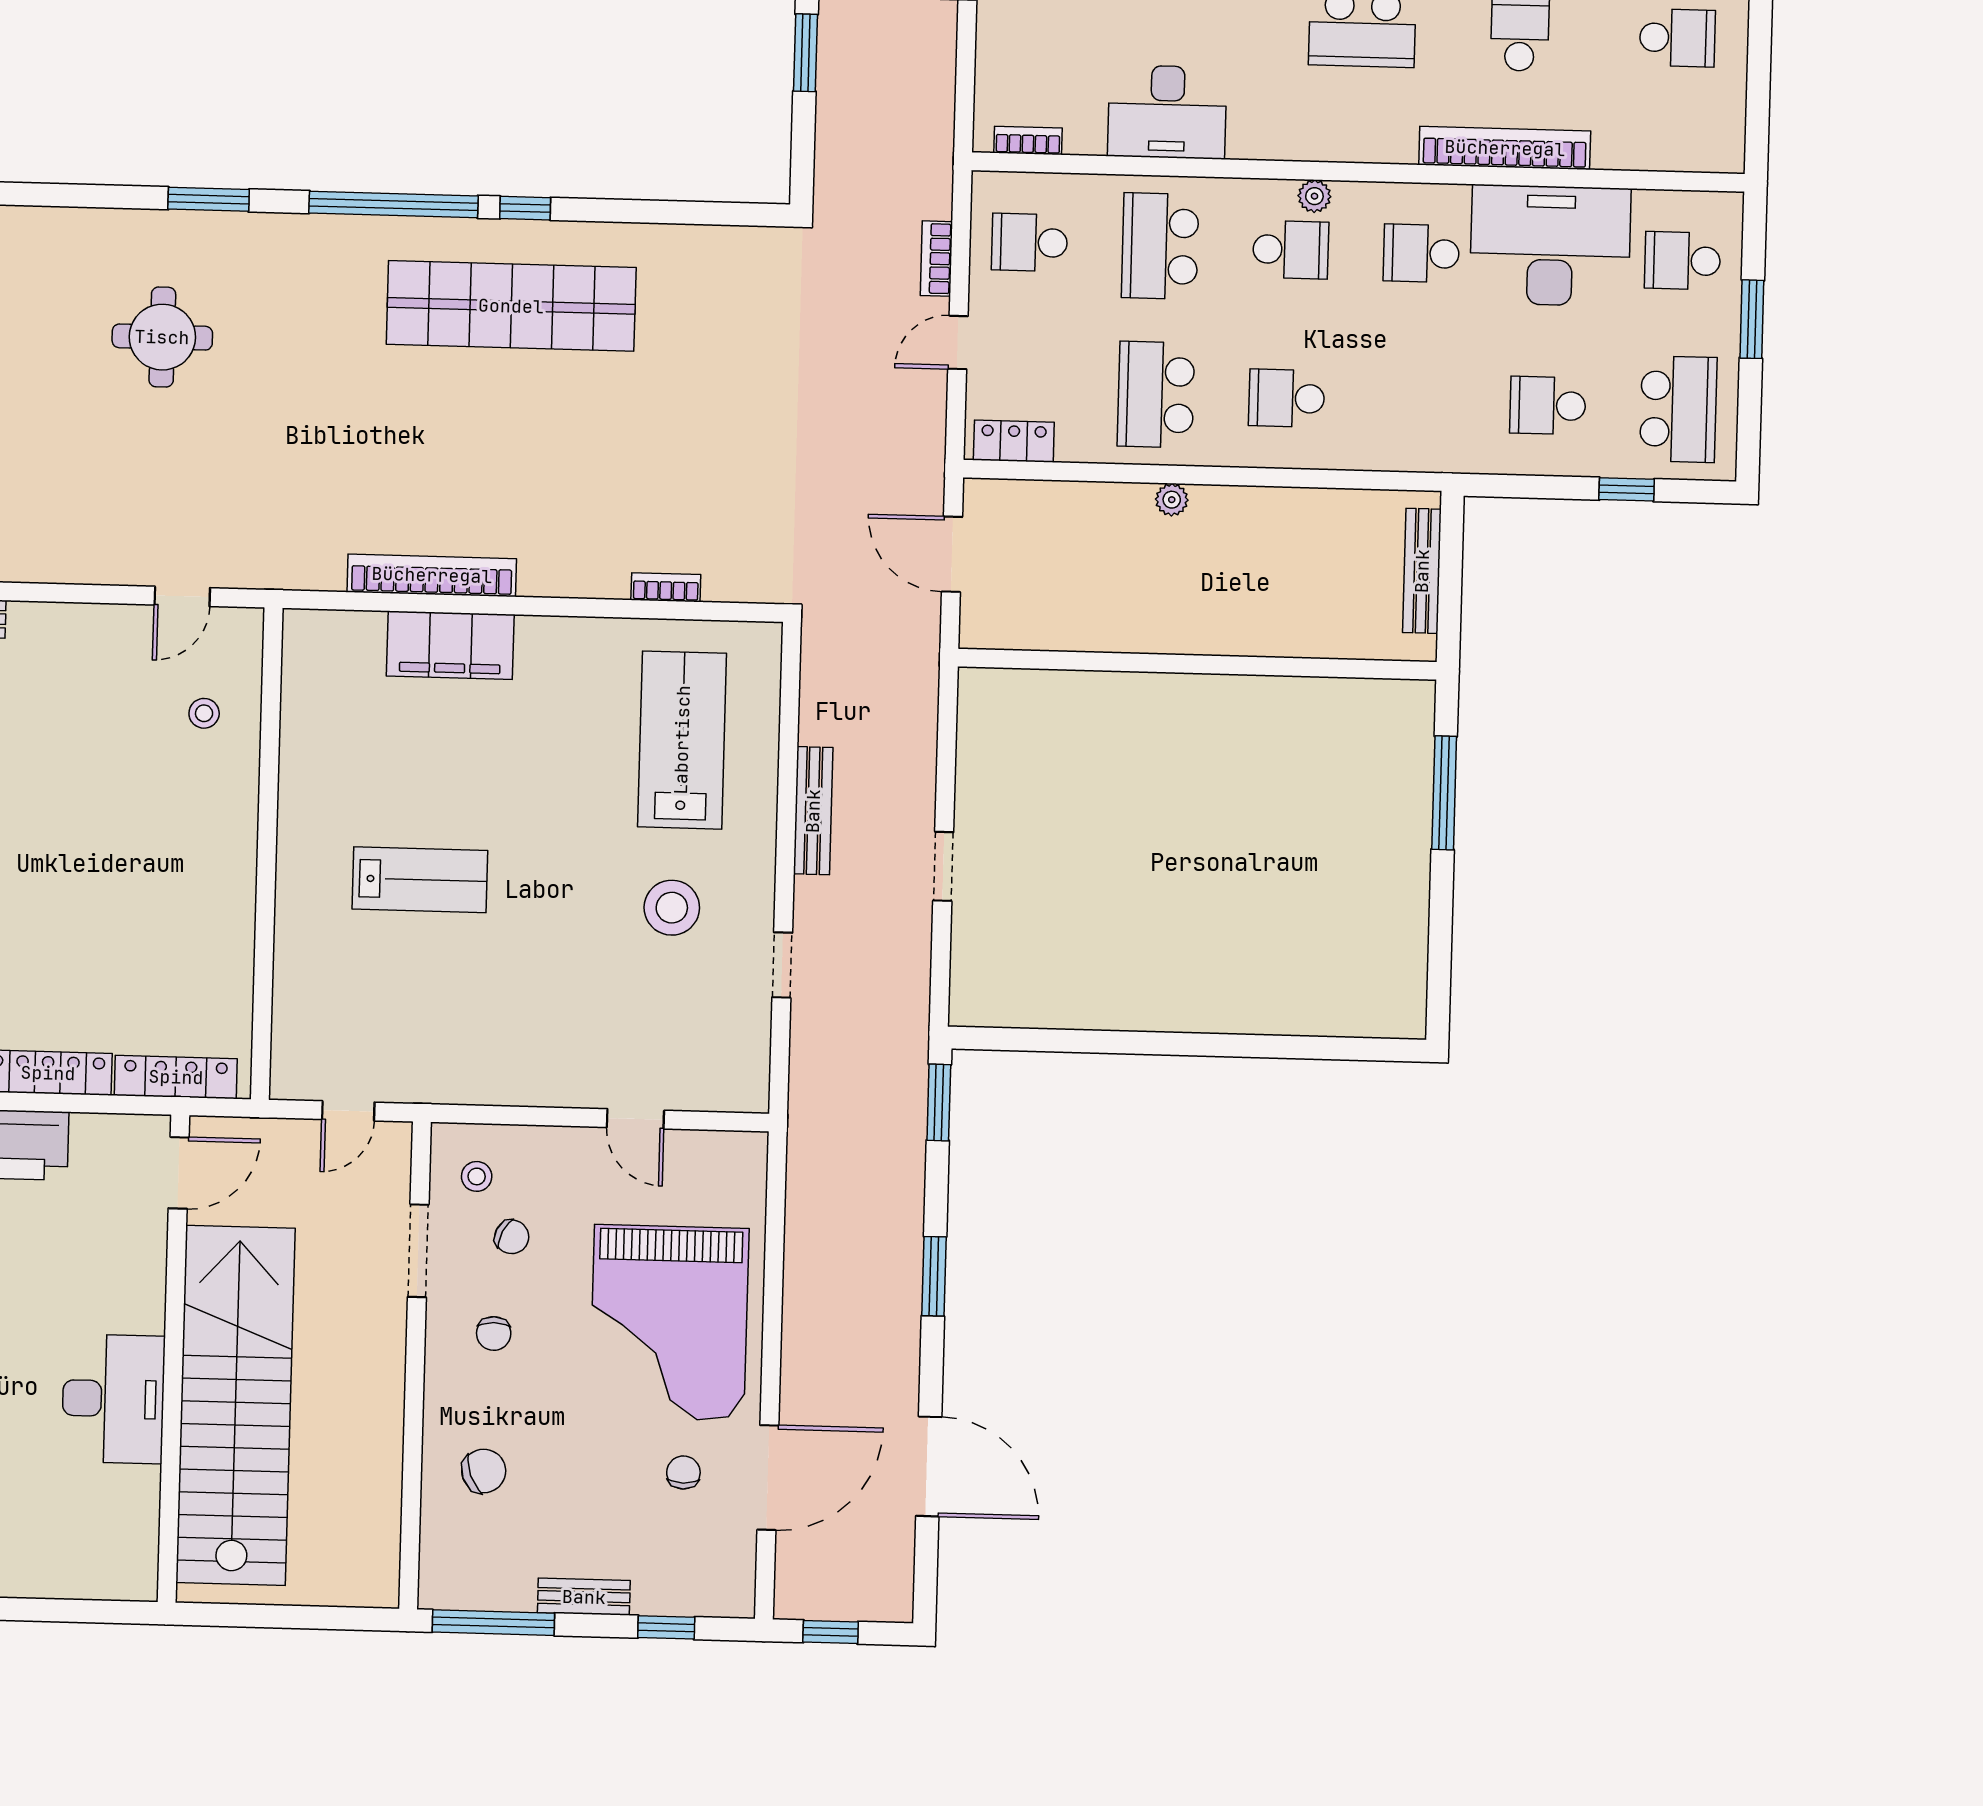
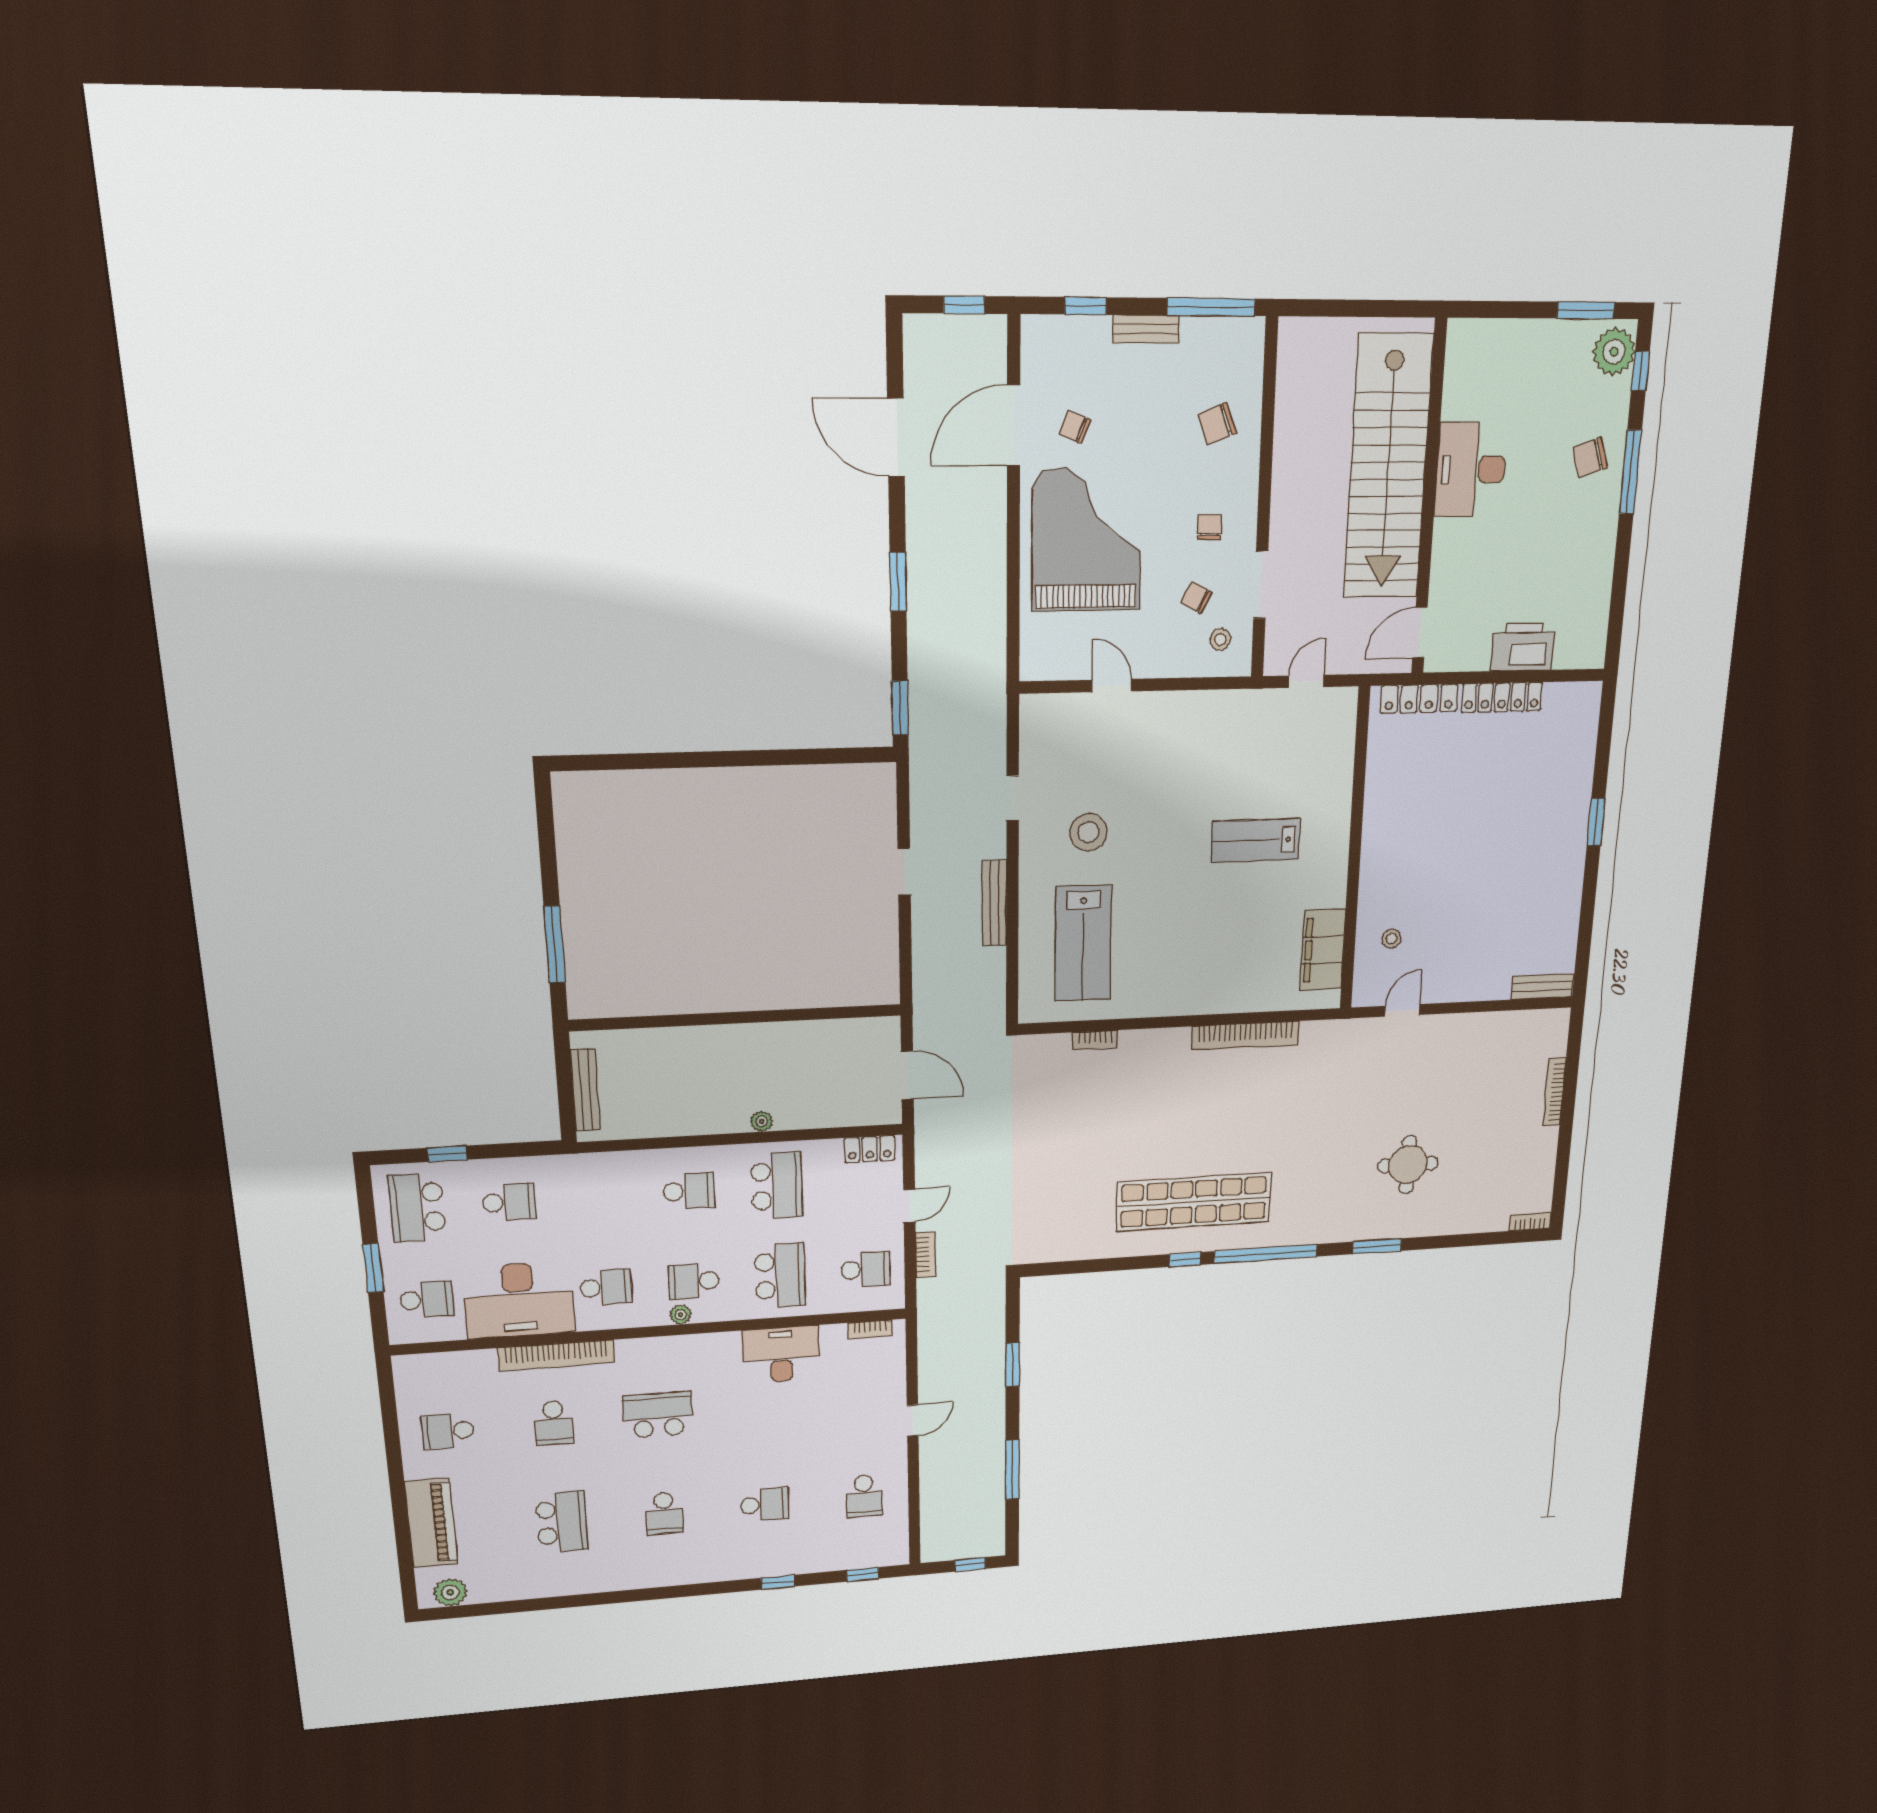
filing cabinet: (450, 645) -> (1323, 950), moved, turned -90
chair: (683, 1472) -> (1075, 427), turned 112

